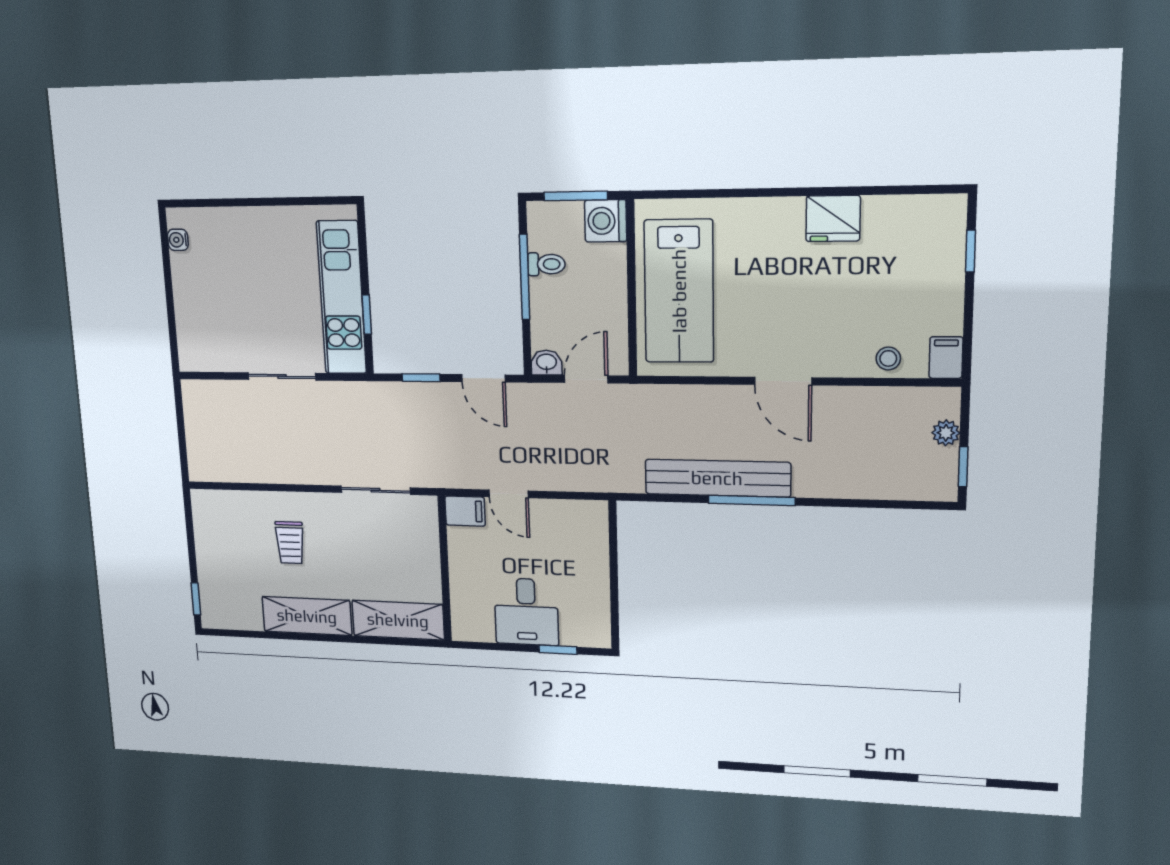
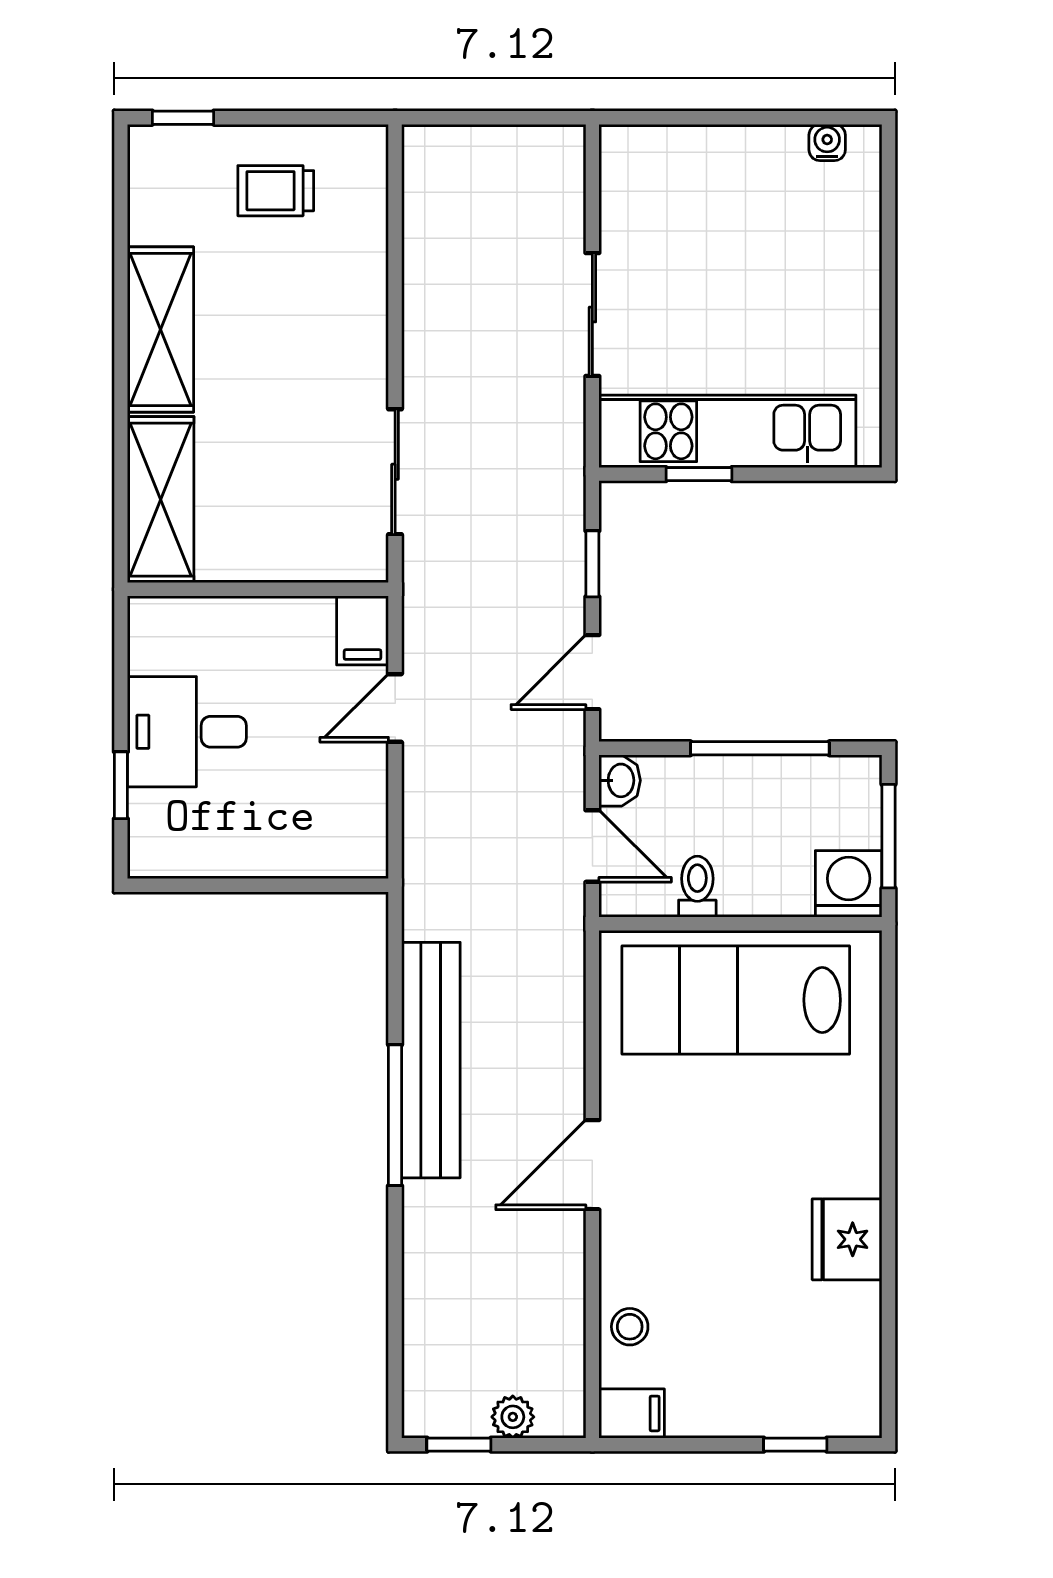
toilet: (546, 264) -> (697, 887), moved, turned 180
trolley: (290, 543) -> (276, 191), moved

